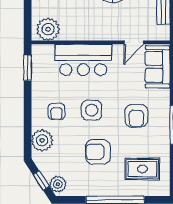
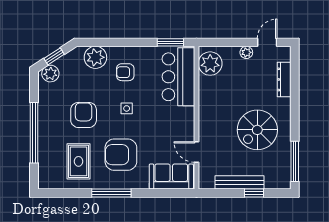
bar counter: (83, 60) -> (178, 77), moved
side table: (92, 110) -> (127, 108), width x0.54, depth x0.54
armchair: (136, 116) -> (121, 155), width x1.36, depth x1.36
rug: (142, 169) -> (78, 161), moved

